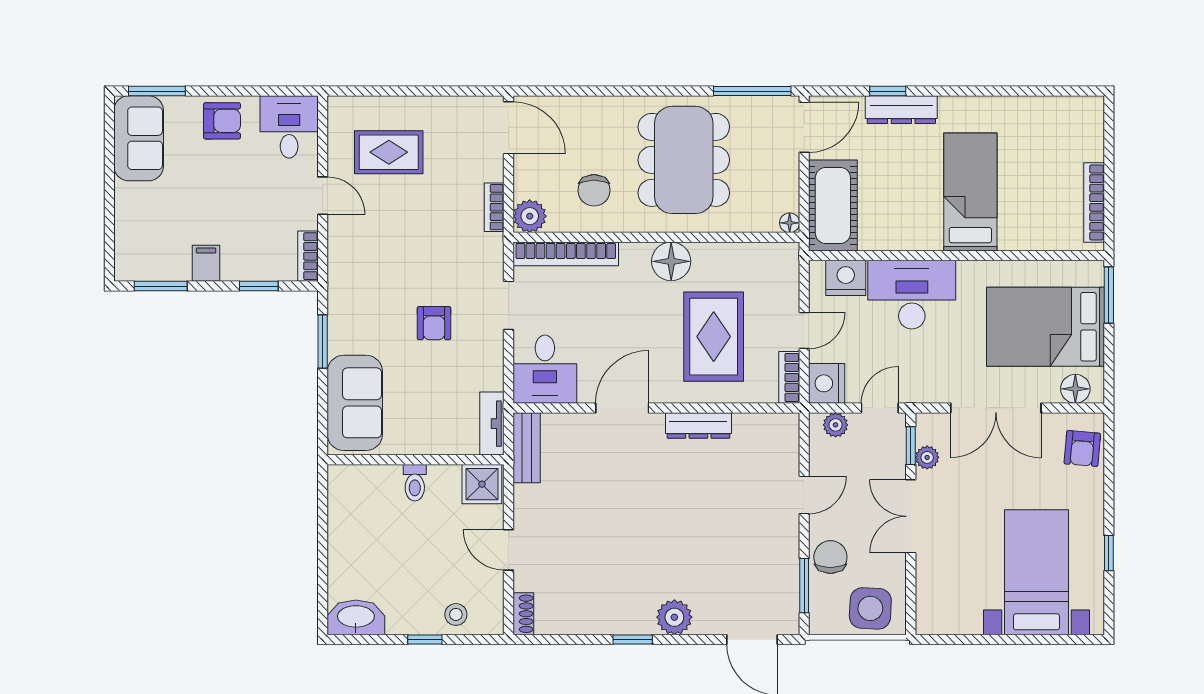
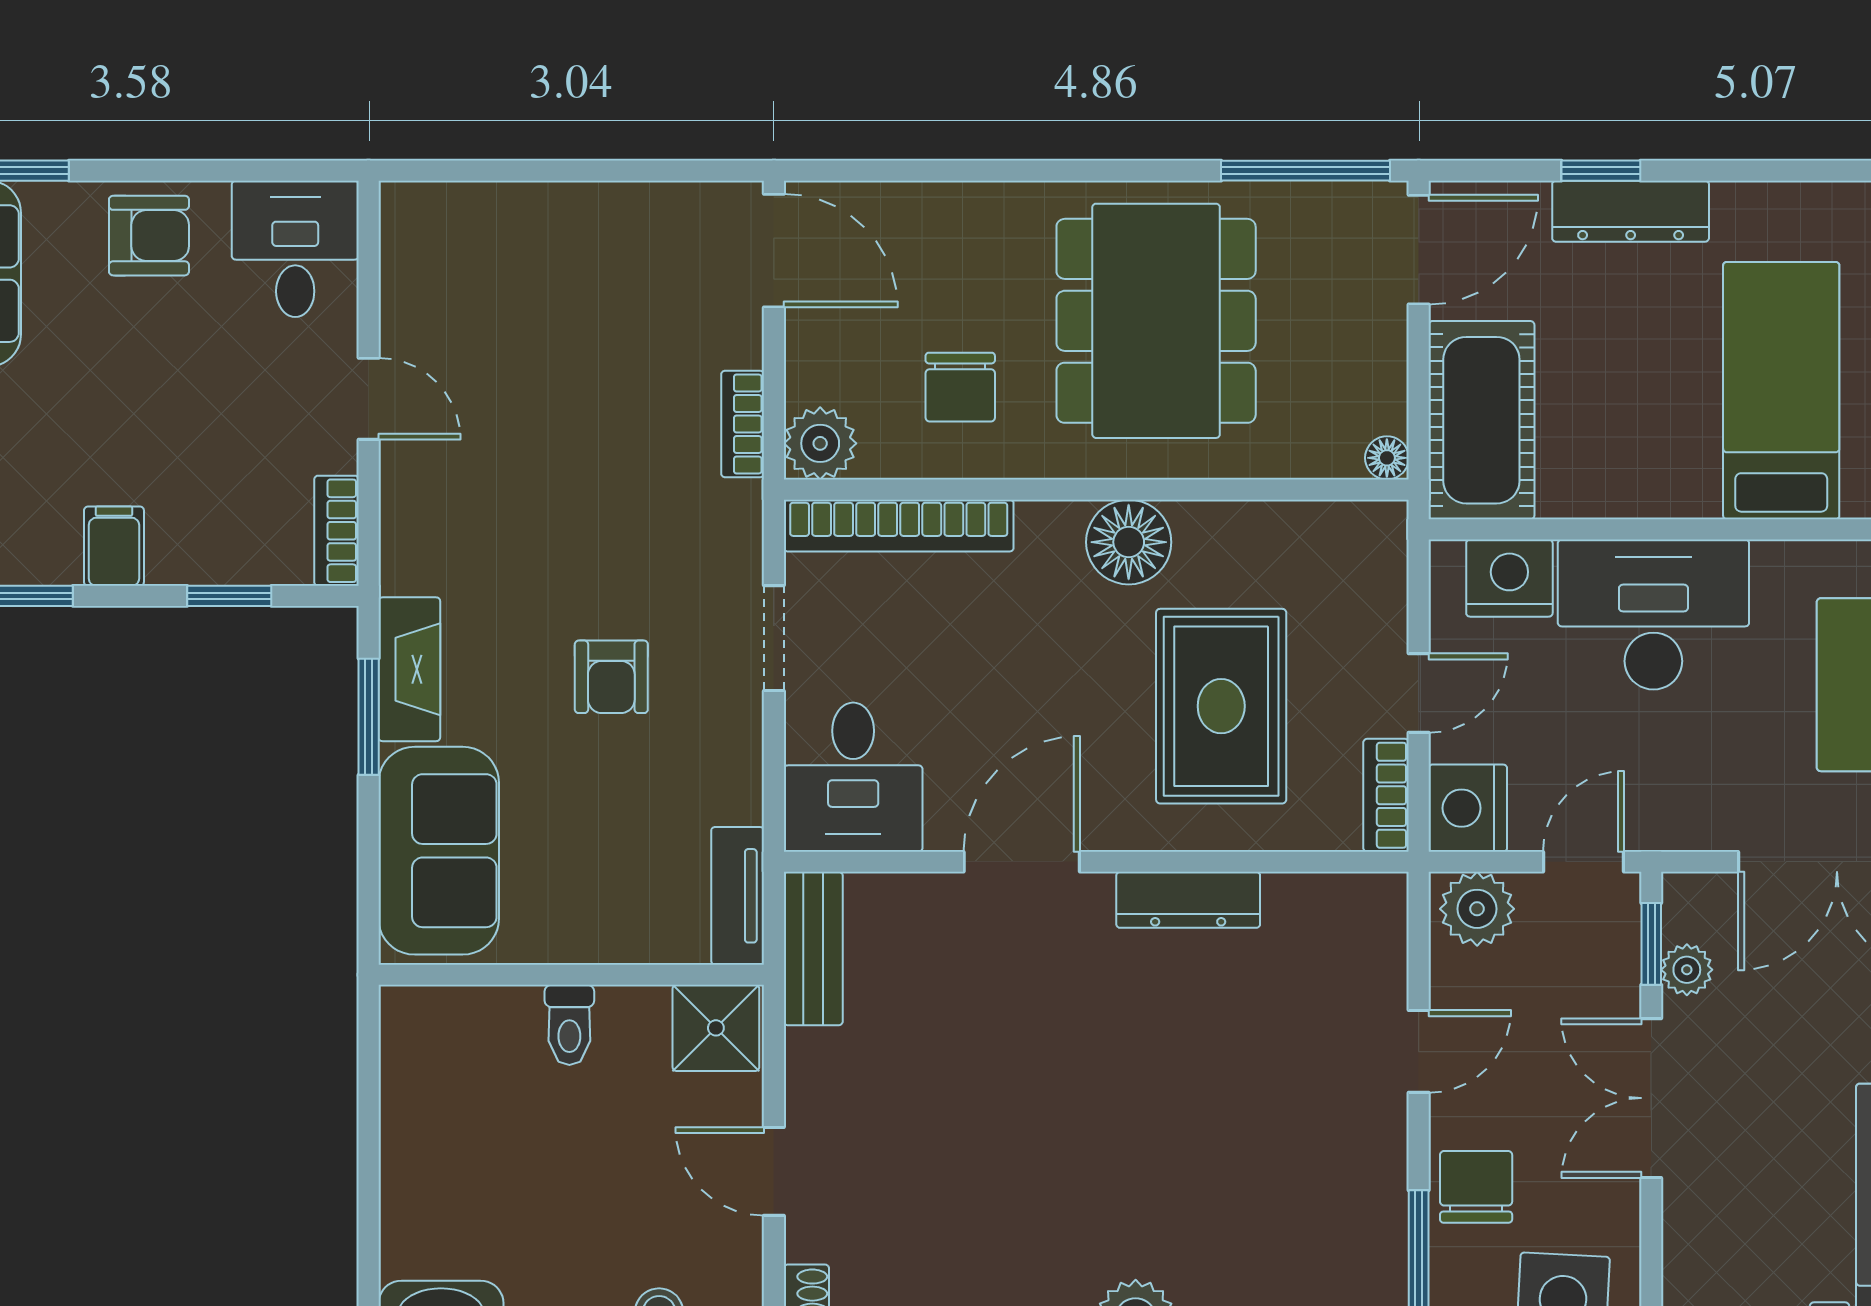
rug: (389, 152) -> (513, 304), removed
fireplace: (341, 320) -> (409, 669), added
plant: (836, 425) -> (1477, 909), width x1.38, depth x1.38

